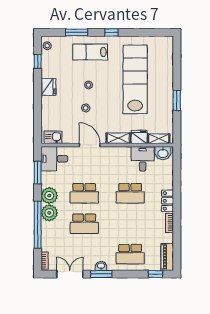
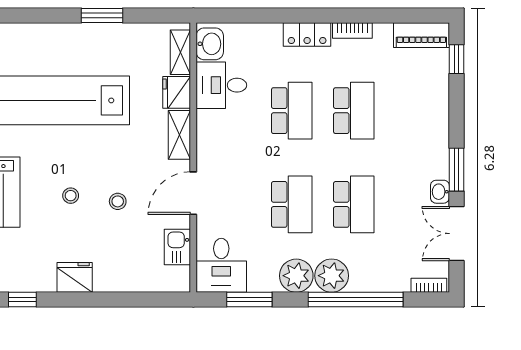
kitchen sink: (53, 137) -> (177, 247), moved
school desk: (130, 254) -> (354, 111), moved
washbasin: (101, 266) -> (440, 192), moved

